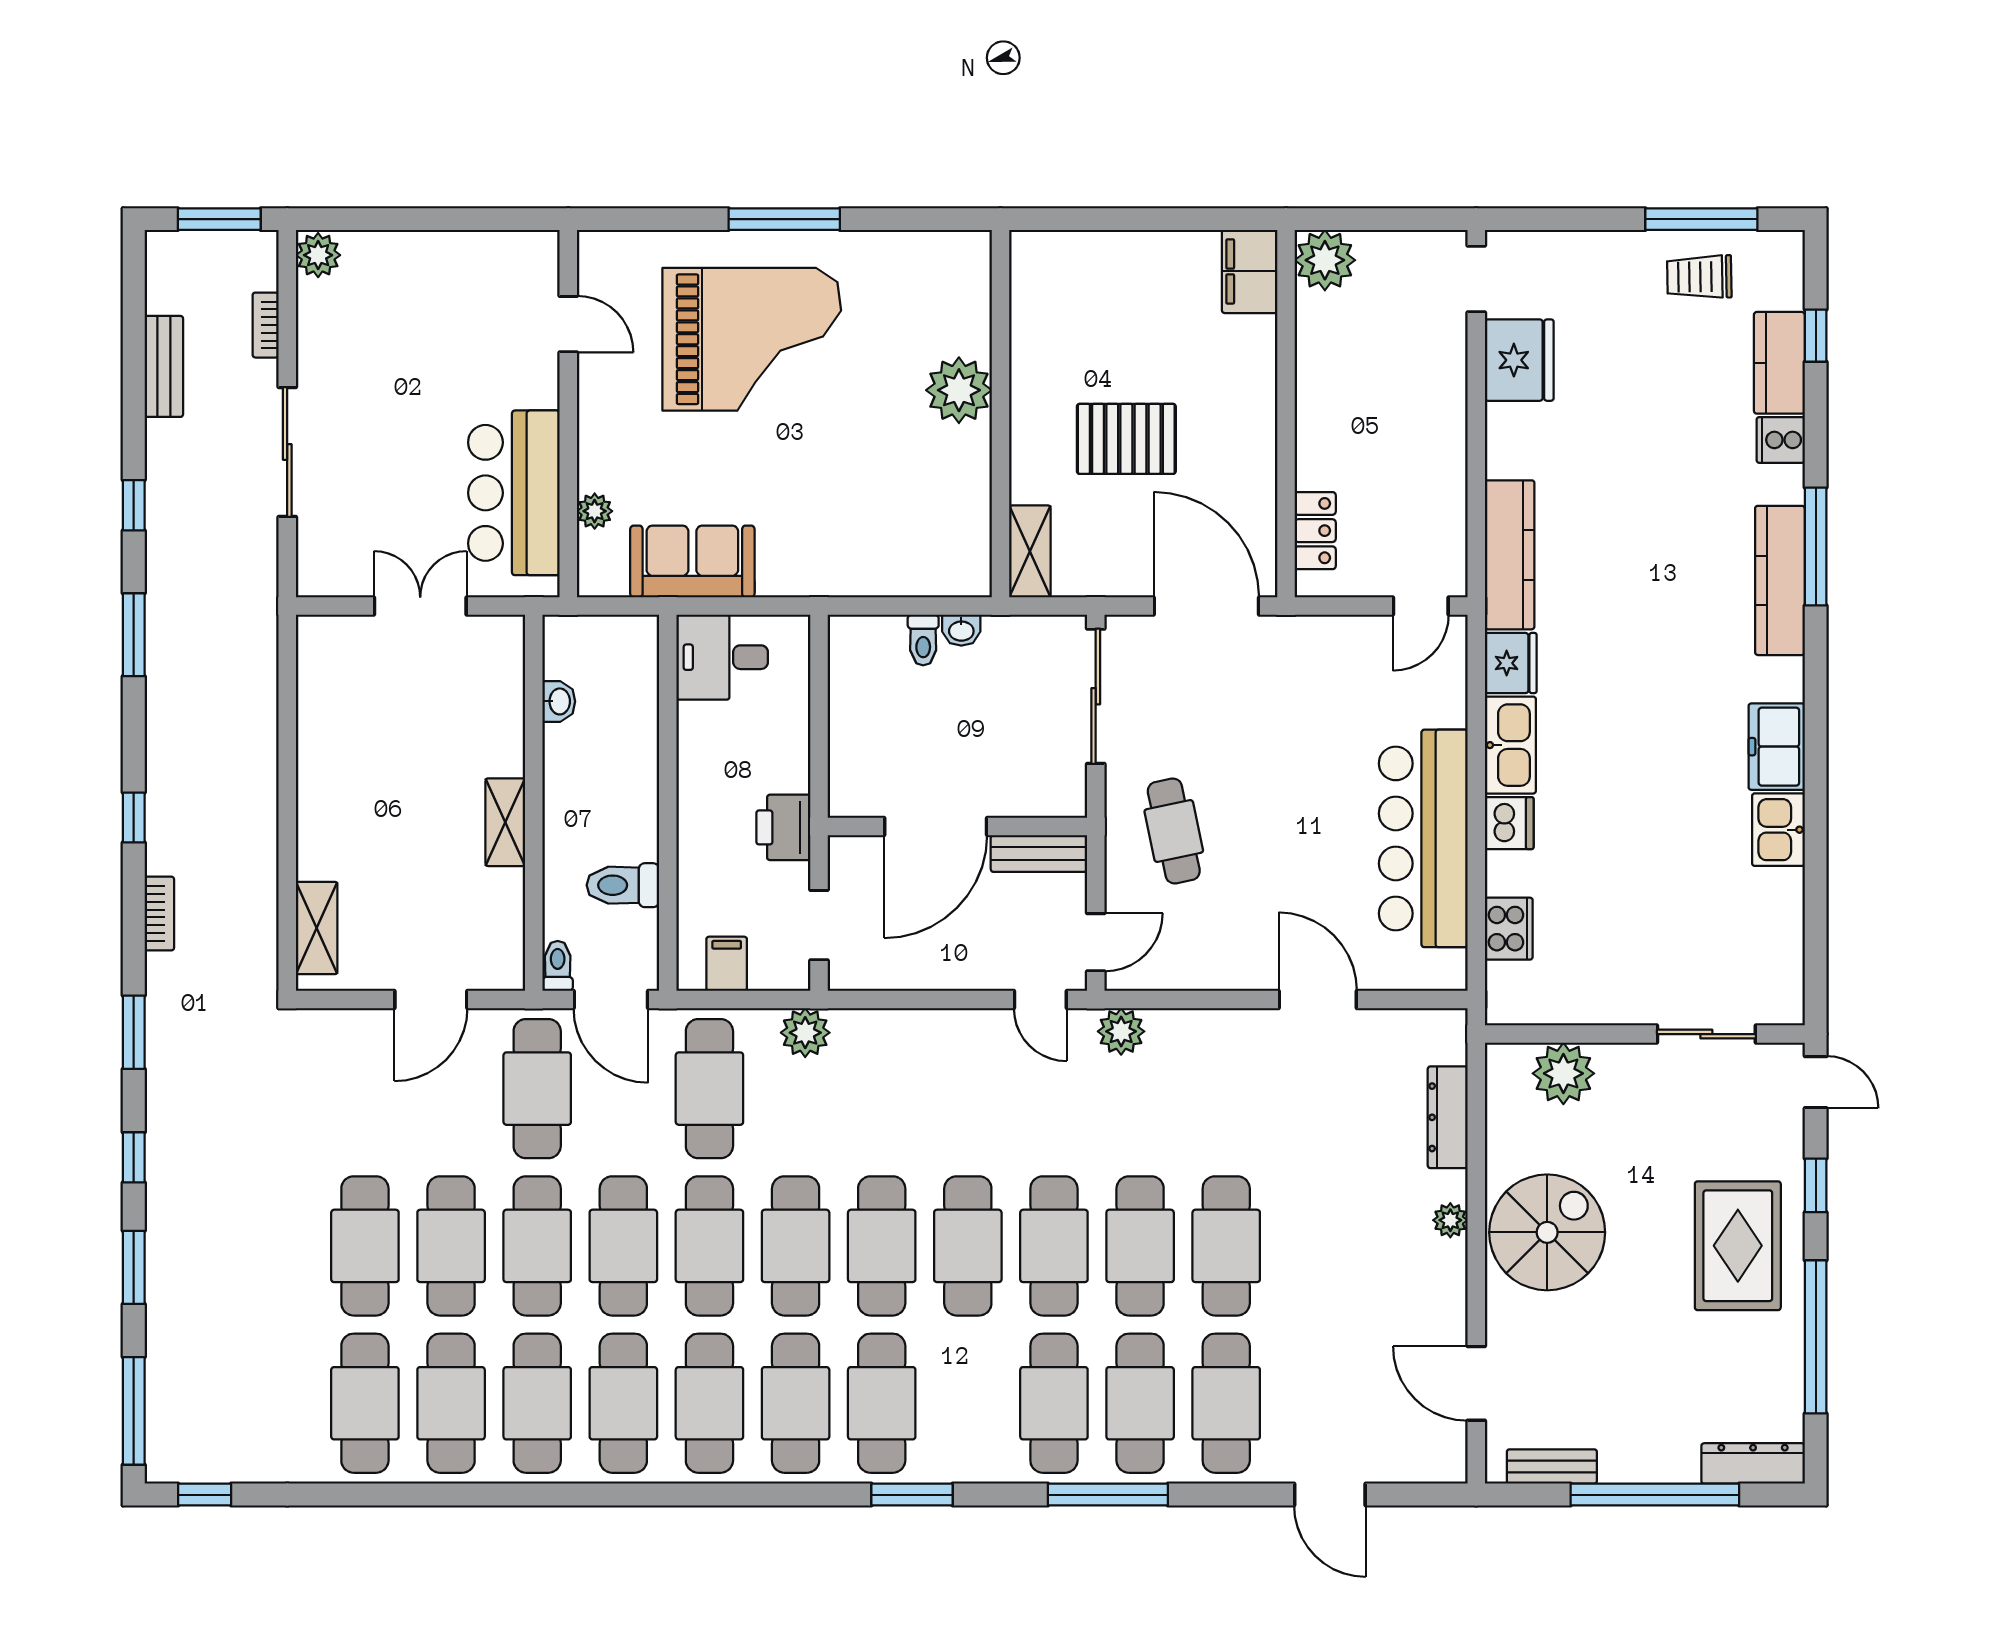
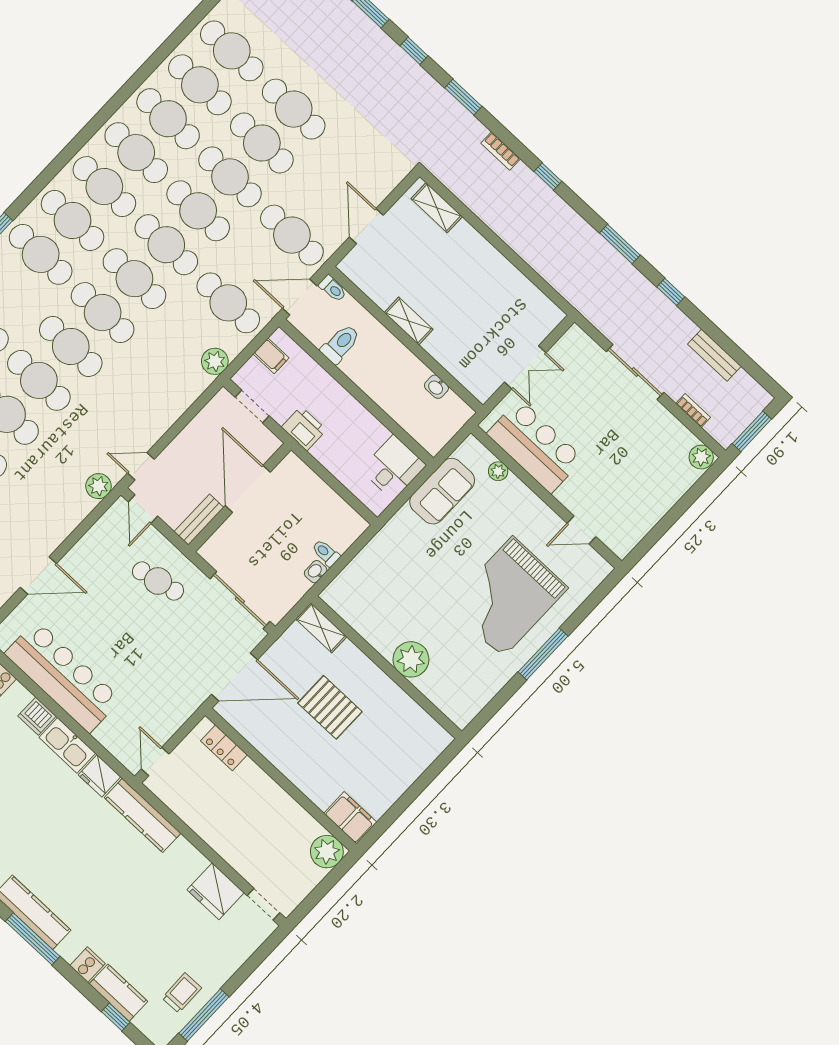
pallet: (1126, 439) -> (330, 707), turned 90

